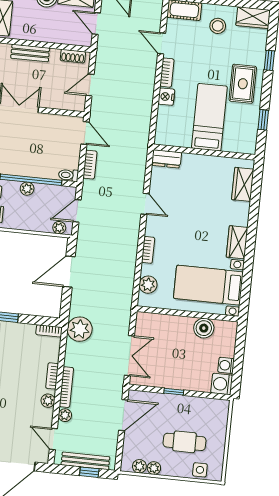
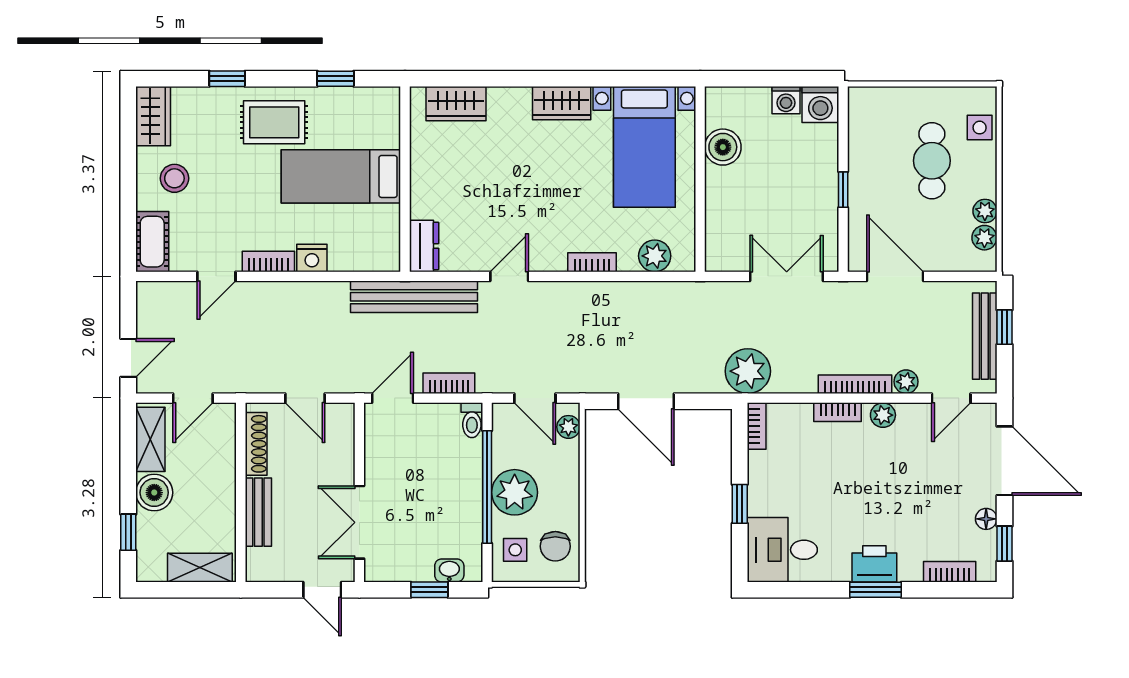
shoe rack: (73, 56) -> (256, 444), width x1.43
bench: (139, 150) -> (414, 297), added
plant: (27, 189) -> (515, 492), width x1.88, depth x1.88

